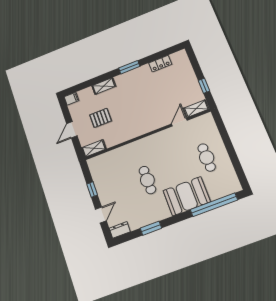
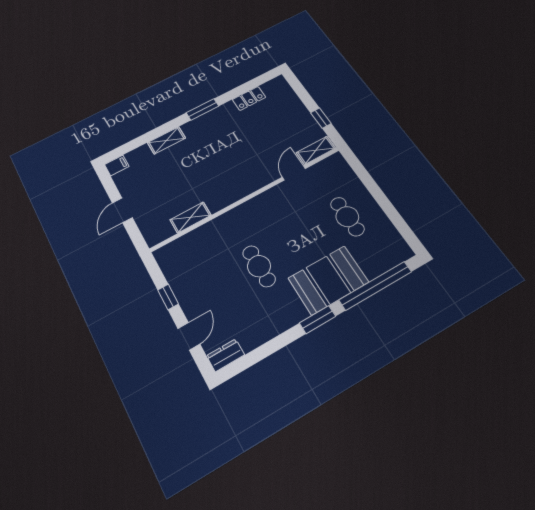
pallet: (101, 118) -> (168, 186), removed
shelving: (94, 148) -> (190, 217), moved
window: (151, 228) -> (317, 320), moved

